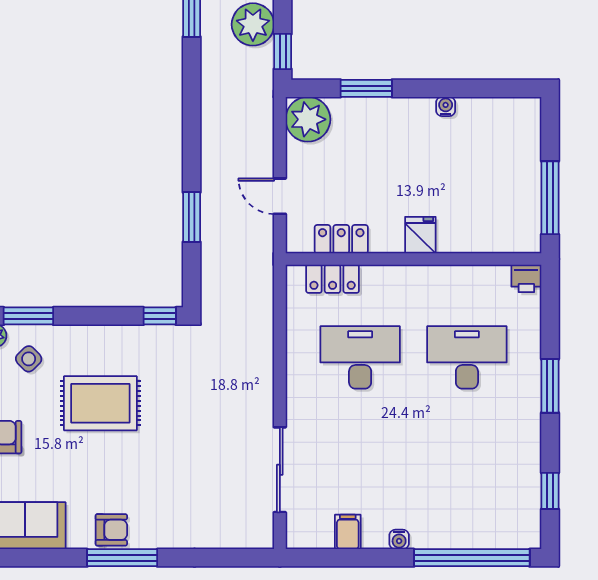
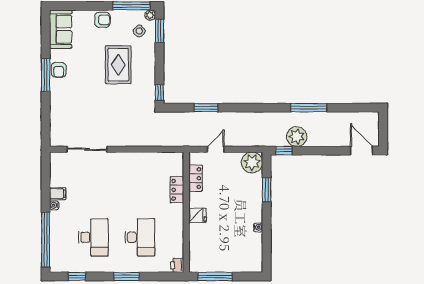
locker: (333, 279) -> (177, 190), moved
desk: (360, 357) -> (93, 237), moved
filing cabinet: (348, 532) -> (58, 194), moved

